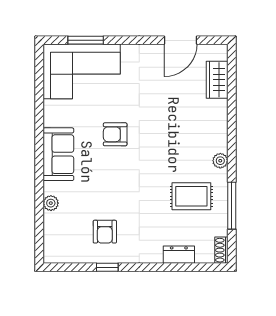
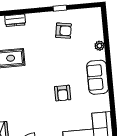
armchair: (115, 134) -> (63, 93), turned 90
armchair: (105, 232) -> (64, 31), turned 99

